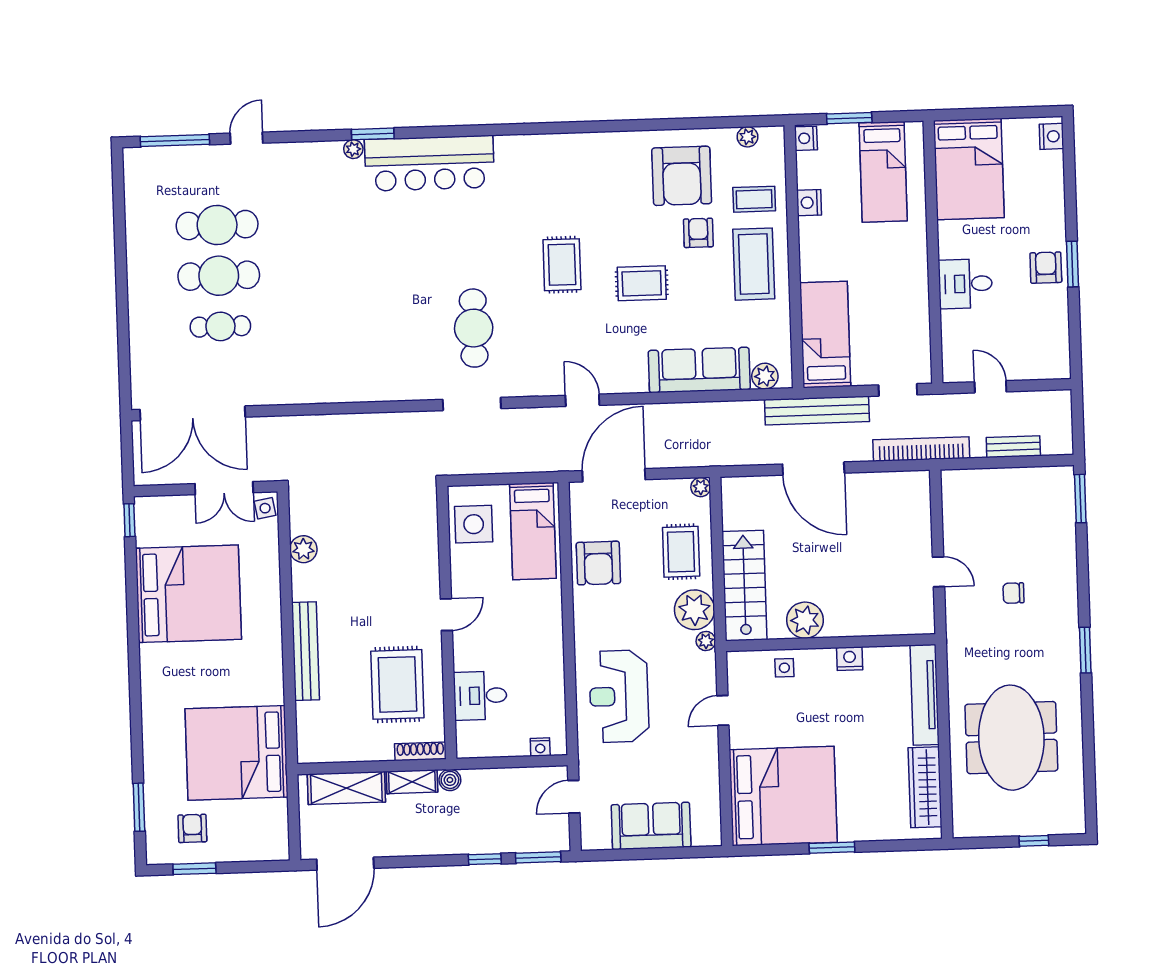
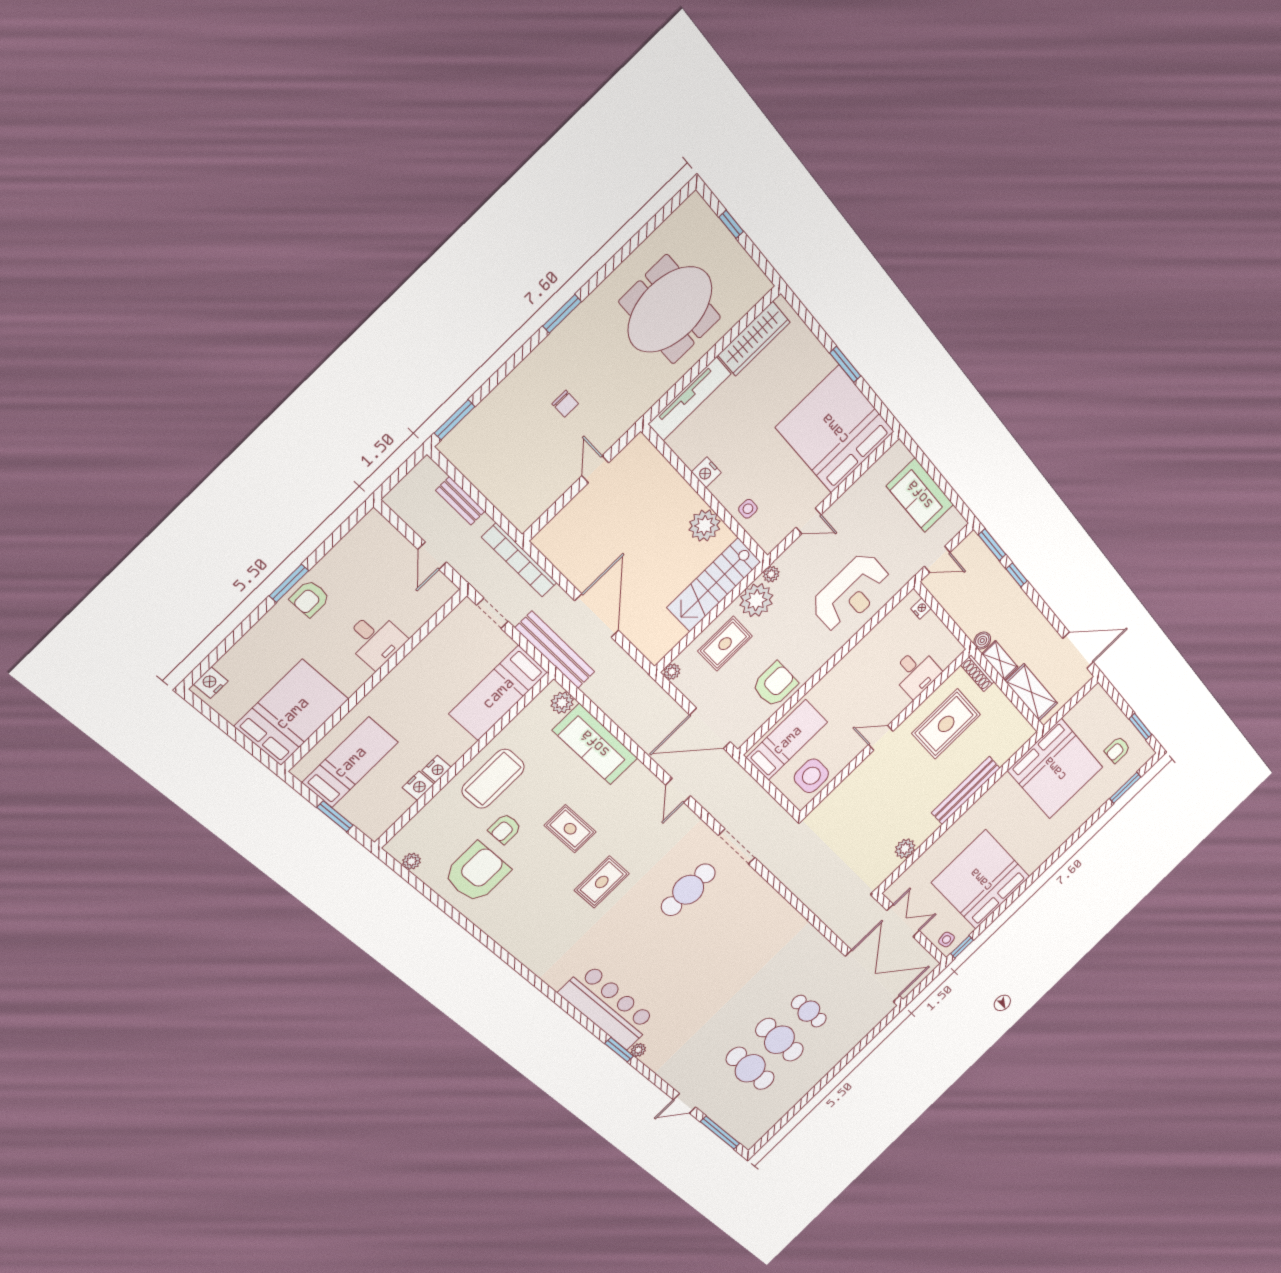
nightstand: (806, 138) -> (437, 769), moved
coffee table: (754, 199) -> (449, 819), removed
side table: (265, 508) -> (947, 939), moved

